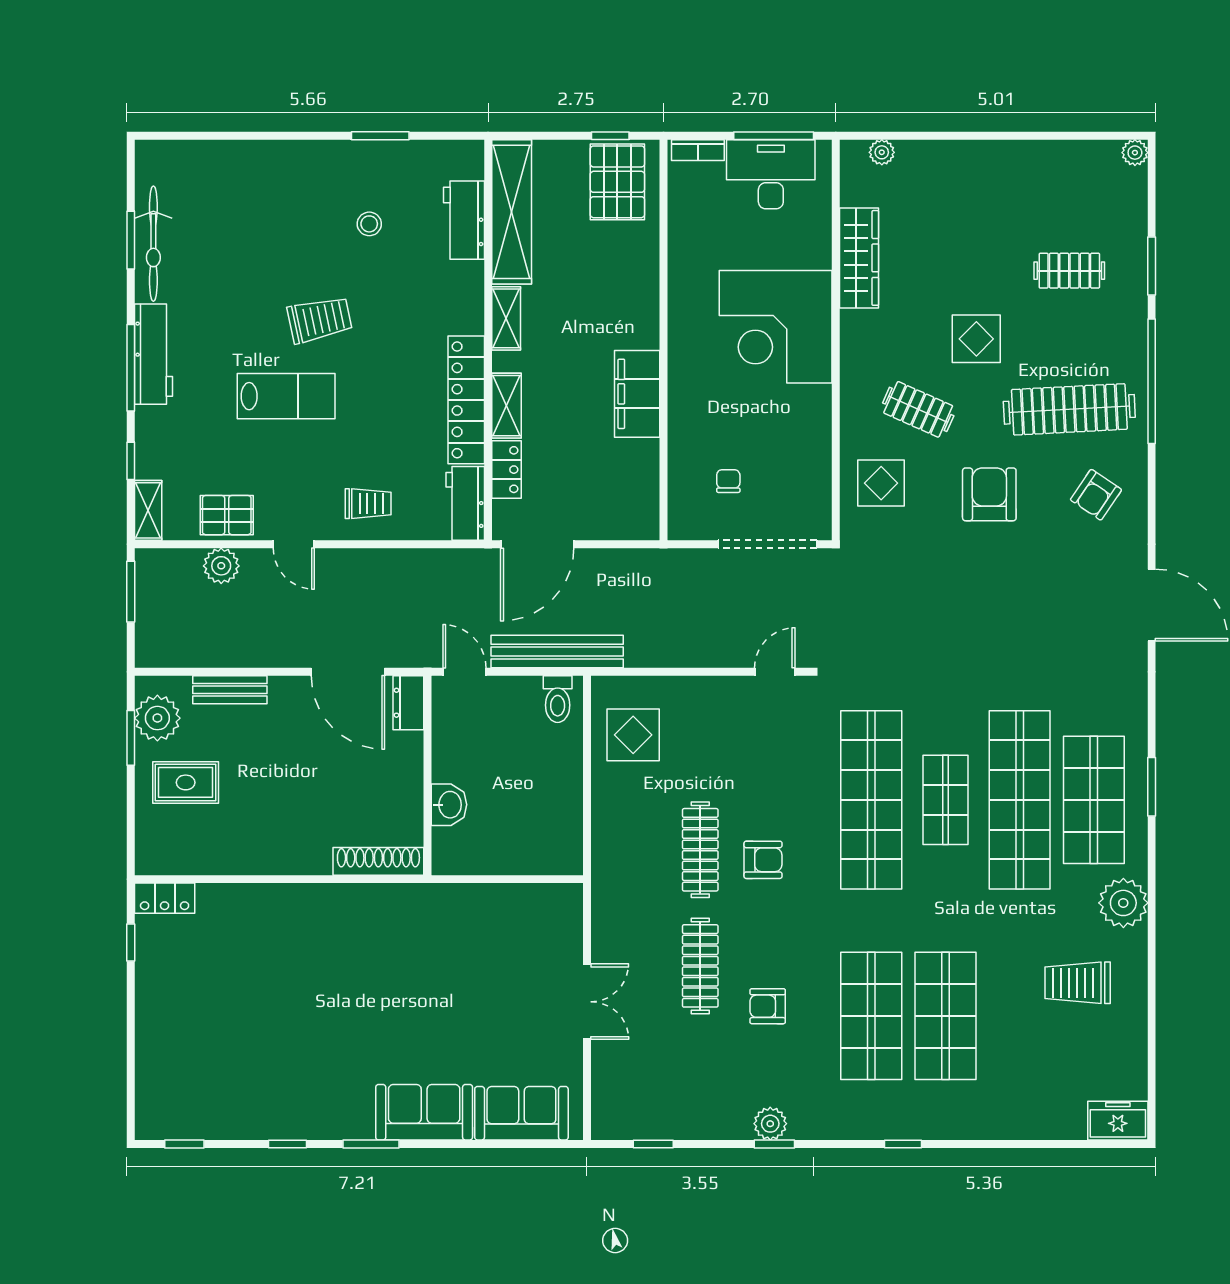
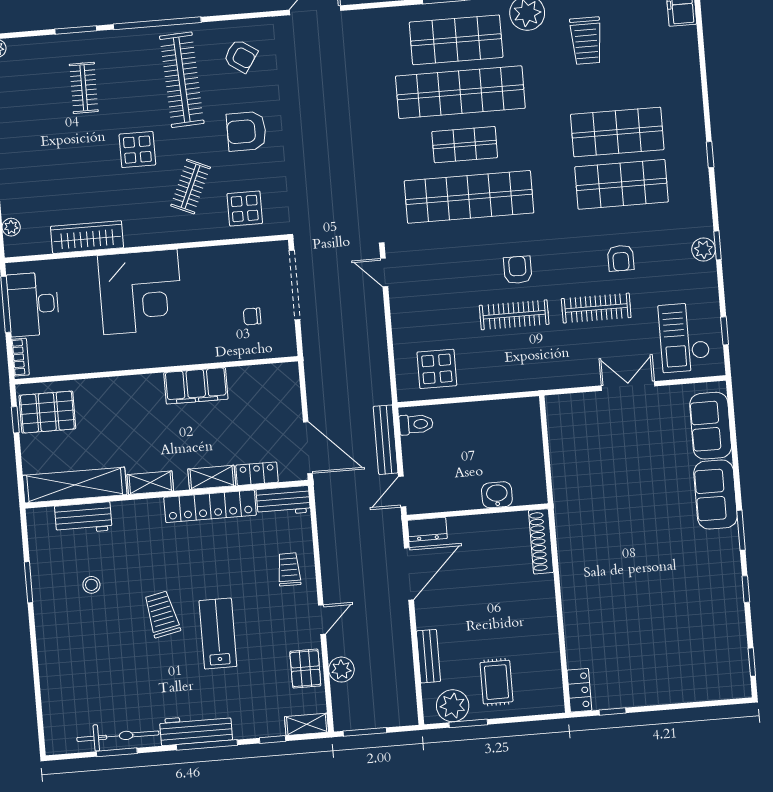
bench: (557, 652) -> (386, 440), width x0.73, depth x0.82
checkout: (649, 1086) -> (684, 337), added

